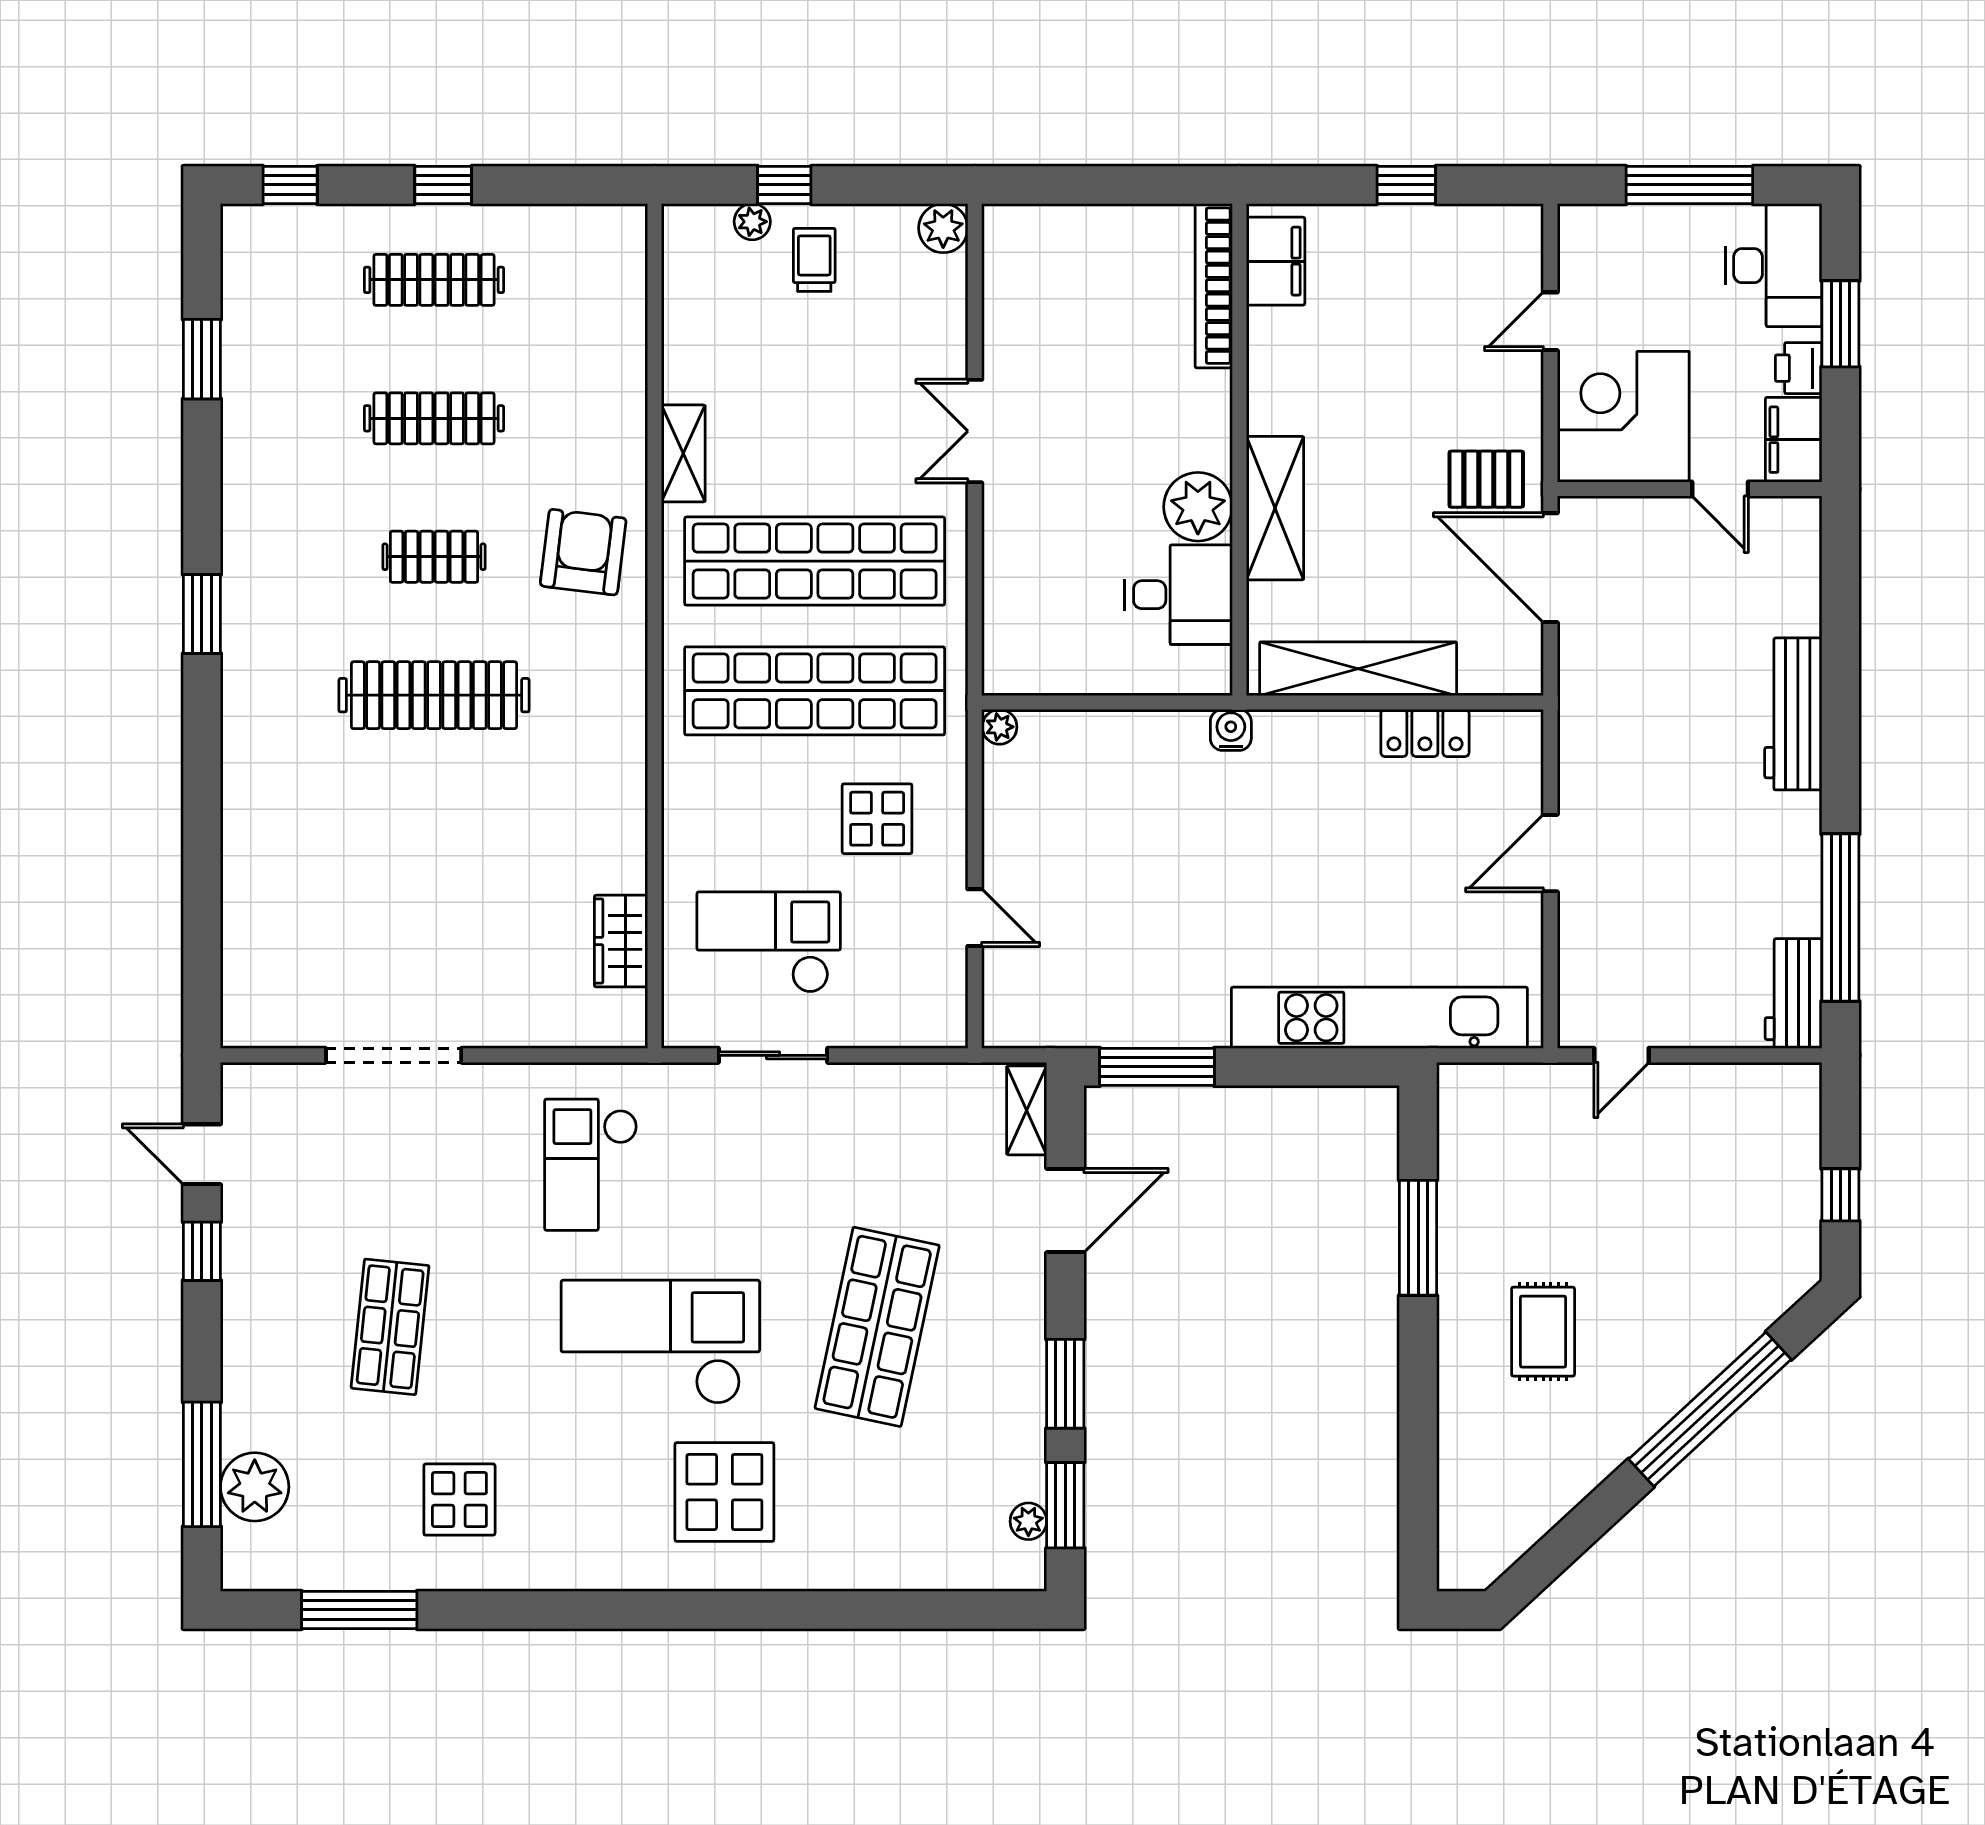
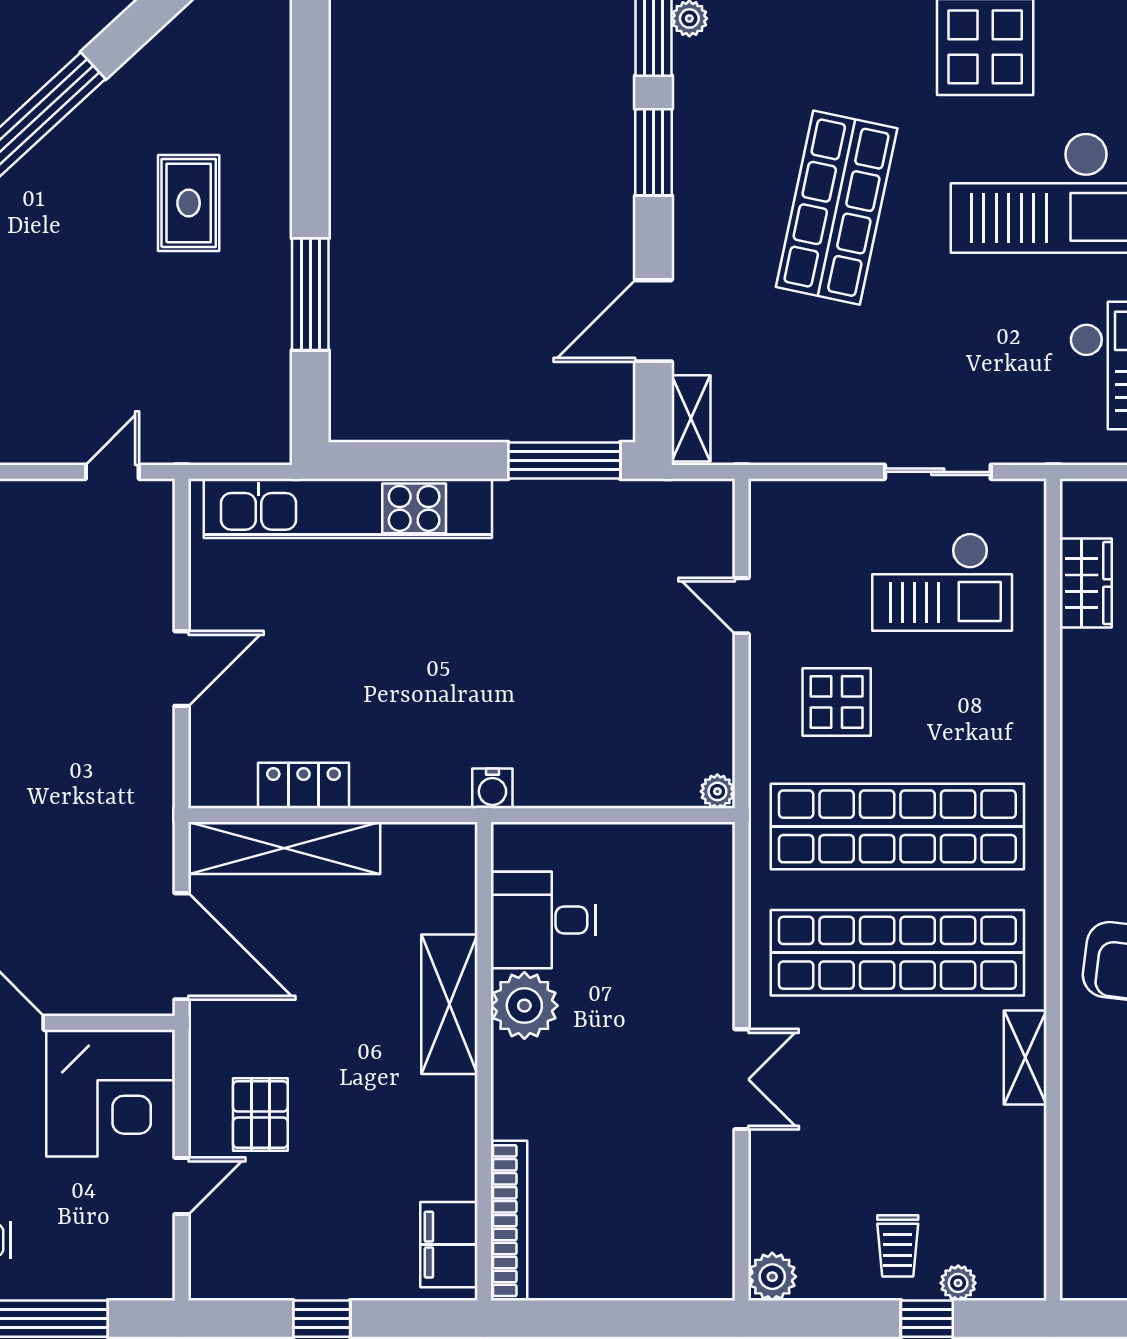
pallet: (1486, 479) -> (260, 1115), moved, turned 90
shelving: (1358, 669) -> (284, 848), moved

